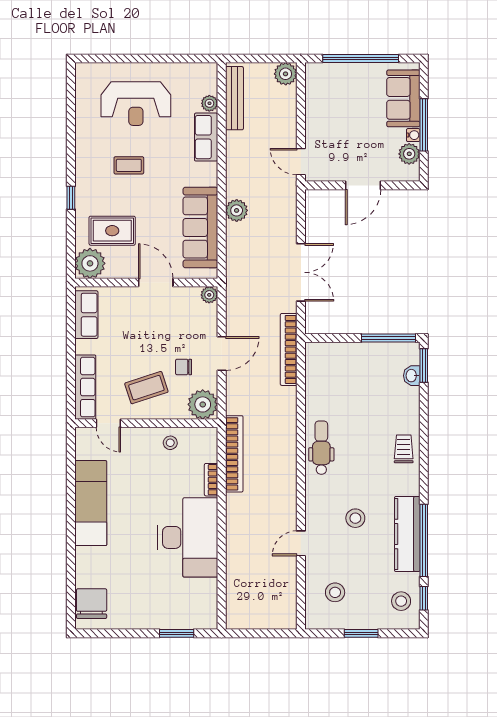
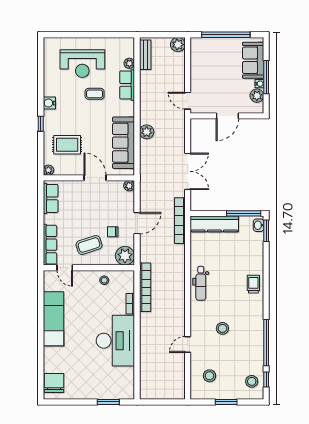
bench: (234, 98) -> (145, 55), width x0.73
water cooler: (84, 165) -> (49, 103), added
coffee table: (129, 165) -> (95, 94), moved
plant: (90, 263) -> (48, 170), width x0.53, depth x0.53
washbasin: (412, 376) -> (258, 225), moved
dental chair: (321, 448) -> (201, 283), turned 180
kitchen counter: (407, 534) -> (214, 224), moved, turned -90

